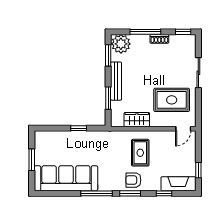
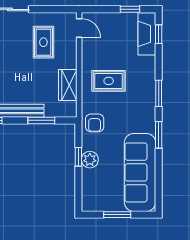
rug: (172, 100) -> (43, 42), width x0.73, depth x0.70
plant: (76, 138) -> (90, 160), added
armchair: (133, 180) -> (95, 123), moved
window: (97, 193) -> (159, 135), width x0.69
window: (164, 193) -> (159, 34), moved

